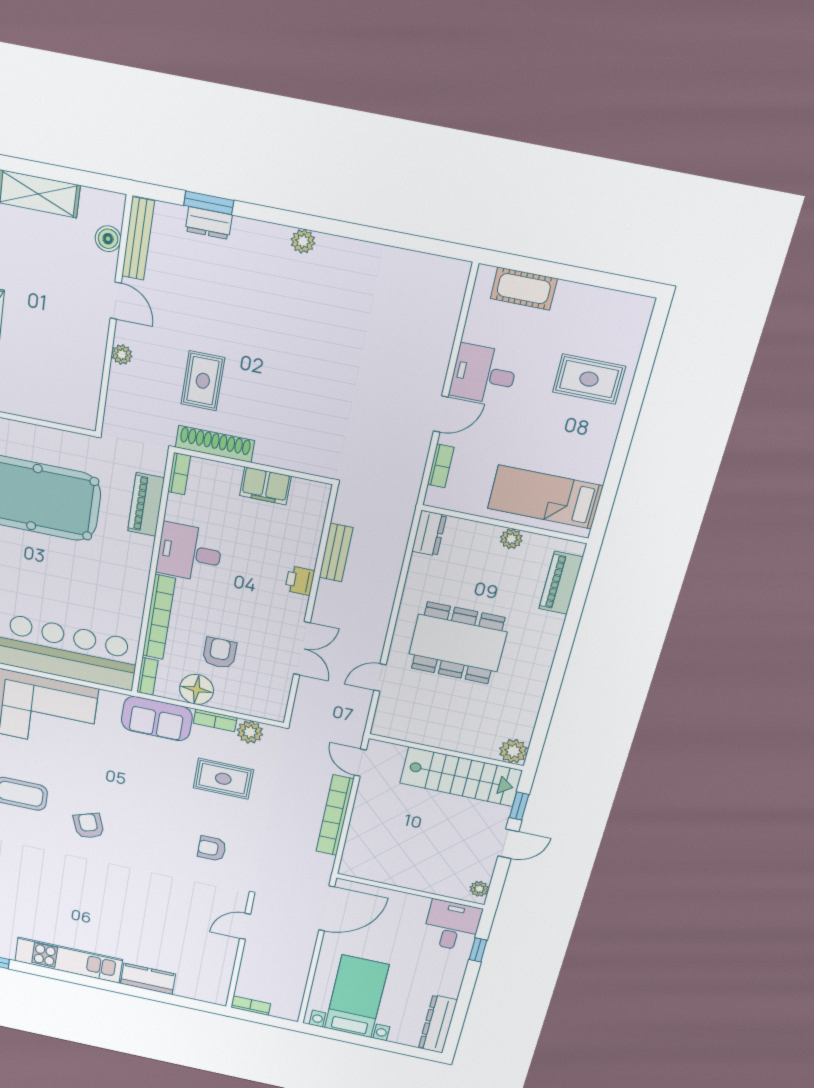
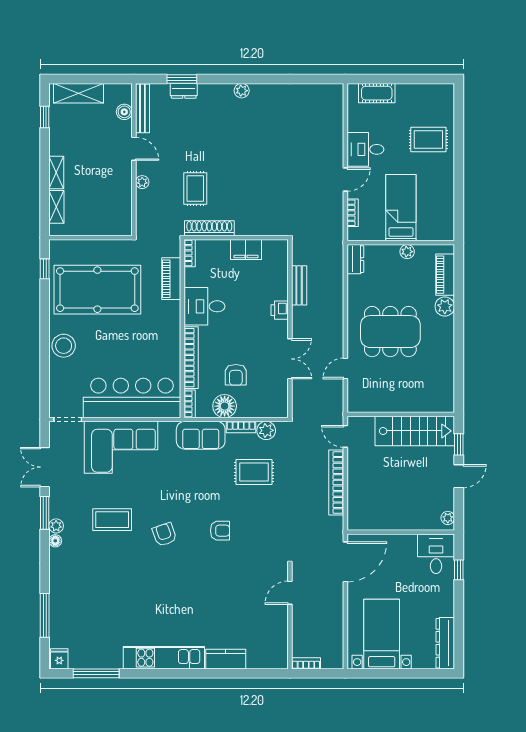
bed: (545, 497) -> (401, 208), moved, turned 90
armchair: (220, 653) -> (236, 375), turned 180
plant: (513, 751) -> (445, 306), moved
armchair: (212, 848) -> (220, 531), moved, turned 180

